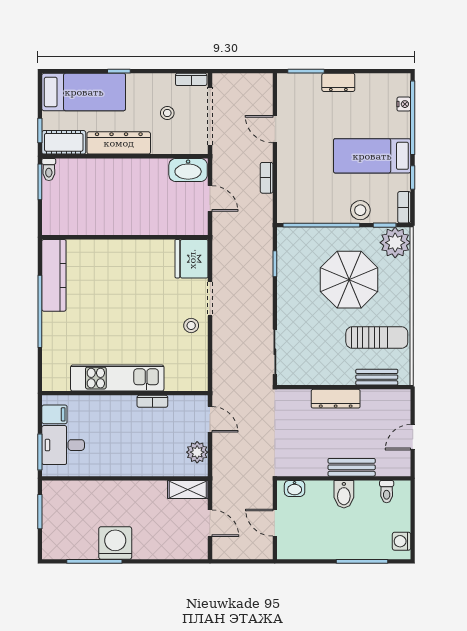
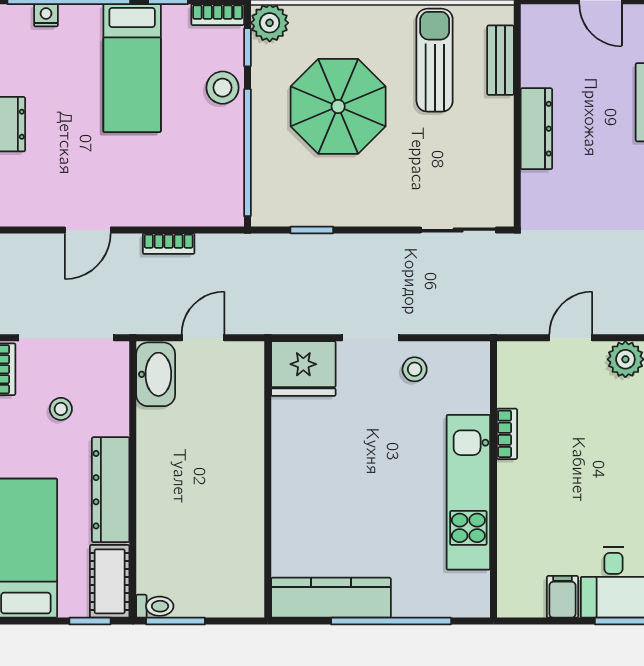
plant: (395, 243) -> (270, 23), width x0.73, depth x0.73
kitchen unit: (117, 378) -> (468, 492), moved
wall: (125, 393) -> (494, 479), moved
bookcase: (152, 401) -> (507, 434), moved

